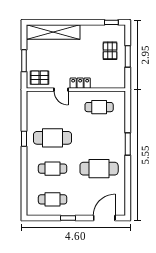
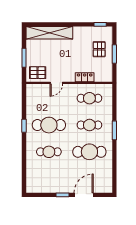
locker: (80, 83) -> (85, 77), moved
door: (61, 90) -> (56, 83), hinge flipped
cafe table: (53, 199) -> (89, 125), moved
door: (104, 218) -> (84, 195), moved

